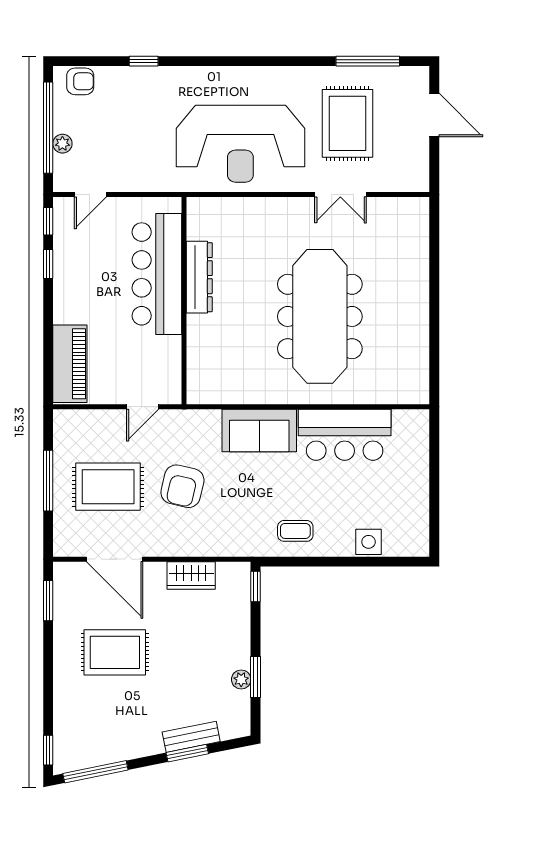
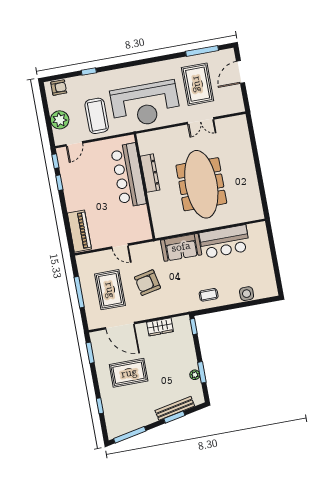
door: (434, 115) -> (241, 72), swing flipped
window: (48, 128) -> (47, 114), removed
plant: (62, 144) -> (60, 120), width x1.88, depth x1.88
coffee table: (143, 149) -> (97, 116), added
bar counter: (157, 274) -> (128, 175), moved
dresser: (199, 277) -> (150, 173), moved
wall: (184, 301) -> (144, 186), moved
door: (143, 407) -> (120, 246), hinge flipped
armchair: (182, 486) -> (147, 283), turned 65
rug: (108, 487) -> (110, 290), turned 90
bench: (191, 737) -> (175, 408), width x1.36
window: (48, 750) -> (100, 406), moved

